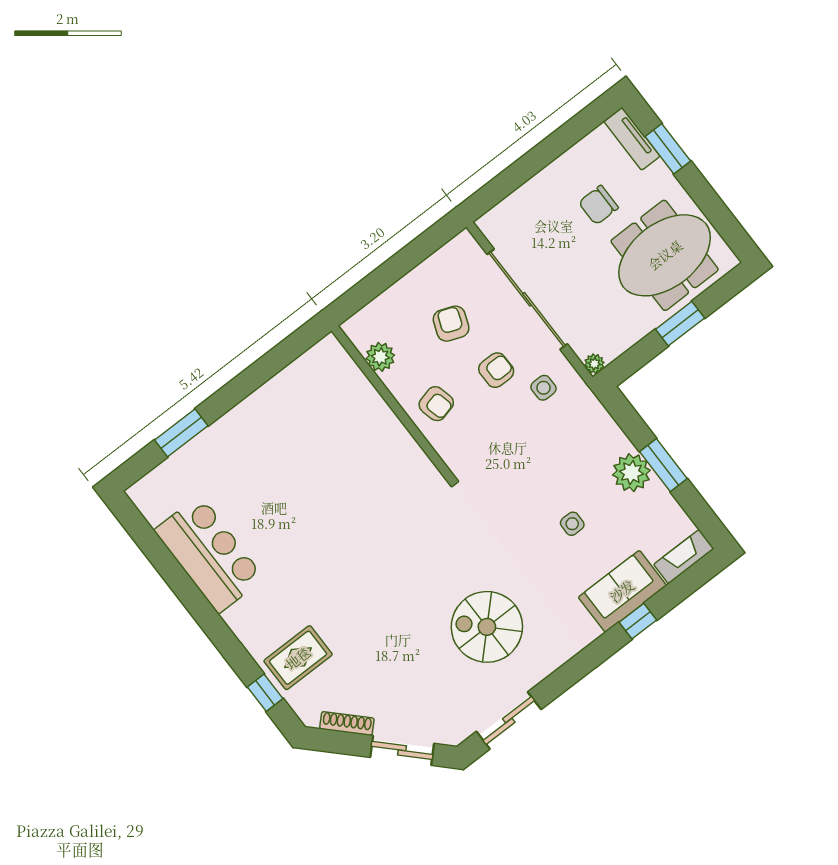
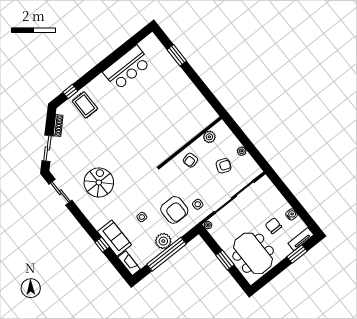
water cooler: (572, 161) -> (291, 214), added
plant: (416, 279) -> (242, 151), added
armchair: (496, 370) -> (174, 210), moved, width x1.88, depth x1.88
window: (663, 465) -> (167, 254), width x2.11

